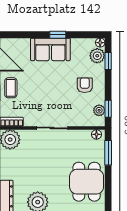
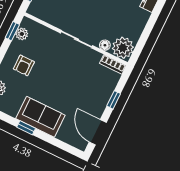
coffee table: (11, 88) -> (97, 98), removed
floor lamp: (96, 134) -> (105, 45), moved

